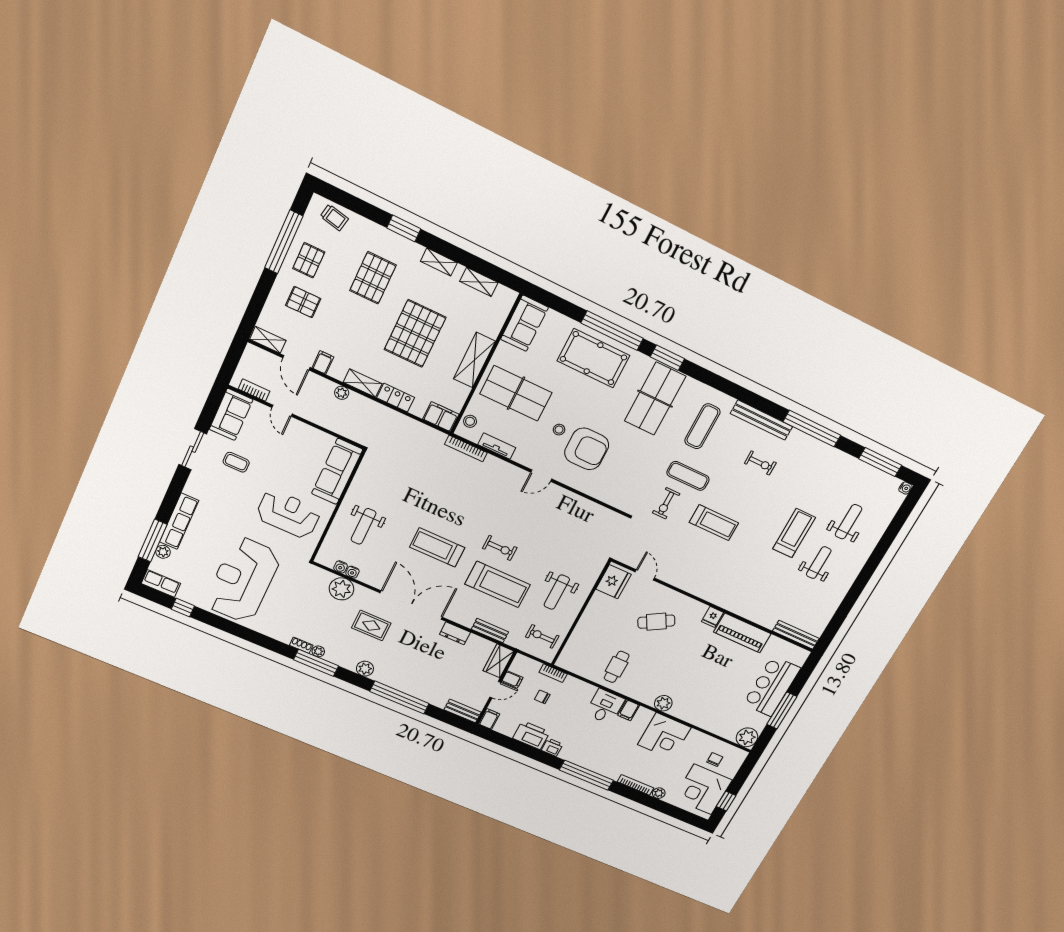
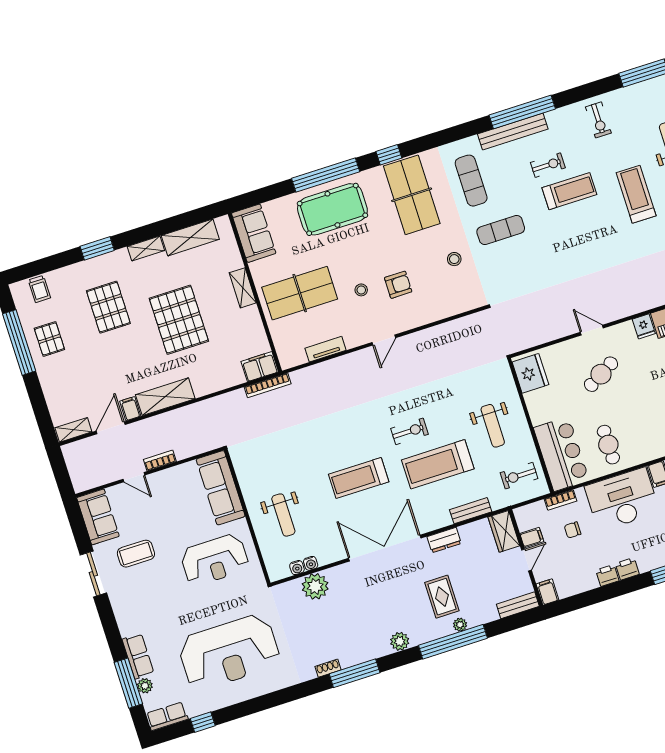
trolley: (334, 218) -> (39, 289), turned 78
shelving: (479, 282) -> (190, 237), width x1.50, depth x1.33
pallet: (303, 302) -> (74, 375), removed
window: (667, 358) -> (389, 155), width x0.67
shelving: (474, 360) -> (243, 288), width x0.67, depth x0.75
door: (296, 363) -> (111, 428), swing flipped
shelving: (363, 383) -> (165, 397), width x1.50, depth x1.33
bookcase: (254, 390) -> (160, 460), moved
plant: (342, 393) -> (166, 419), removed
locker: (396, 398) -> (211, 384), removed
stool: (470, 421) -> (454, 259), moved
window: (812, 429) -> (522, 112), moved
bookcase: (466, 448) -> (268, 385), moved
armchair: (587, 449) -> (398, 285), width x0.53, depth x0.53
coffee table: (236, 462) -> (136, 554), width x1.36, depth x1.30
exercise bike: (666, 503) -> (598, 120), moved
reception desk: (288, 514) -> (215, 560), turned 180
row of seats: (179, 521) -> (138, 656), width x0.68
treadmill: (714, 523) -> (569, 191), moved
door: (645, 575) -> (592, 330), moved
reception desk: (243, 580) -> (229, 652), turned -90
treadmill: (498, 584) -> (438, 464), turned 180
rug: (371, 625) -> (442, 597), moved, turned 90
bar counter: (582, 647) -> (561, 454), added
plant: (318, 651) -> (460, 625), moved
desk: (605, 706) -> (622, 499), width x1.87, depth x1.30
printer: (531, 735) -> (607, 575), width x0.53, depth x0.68

